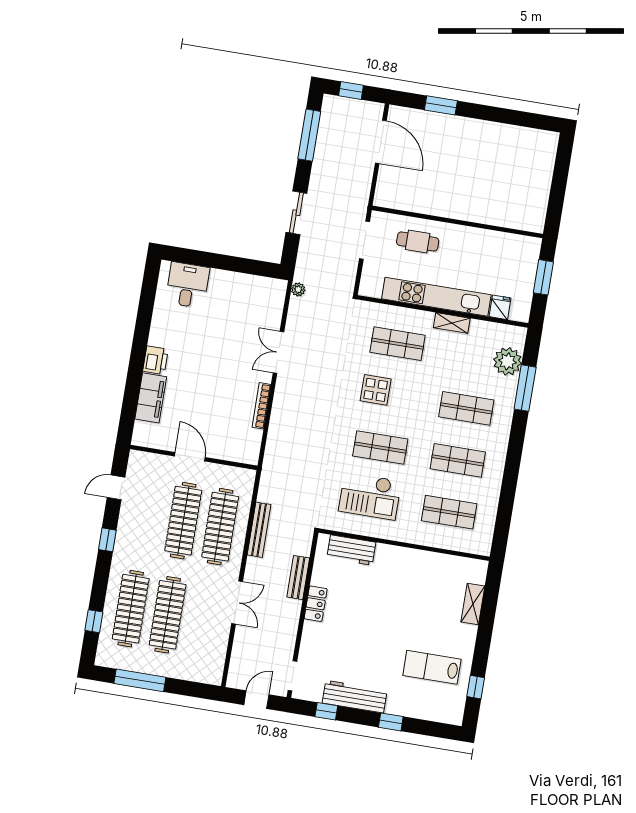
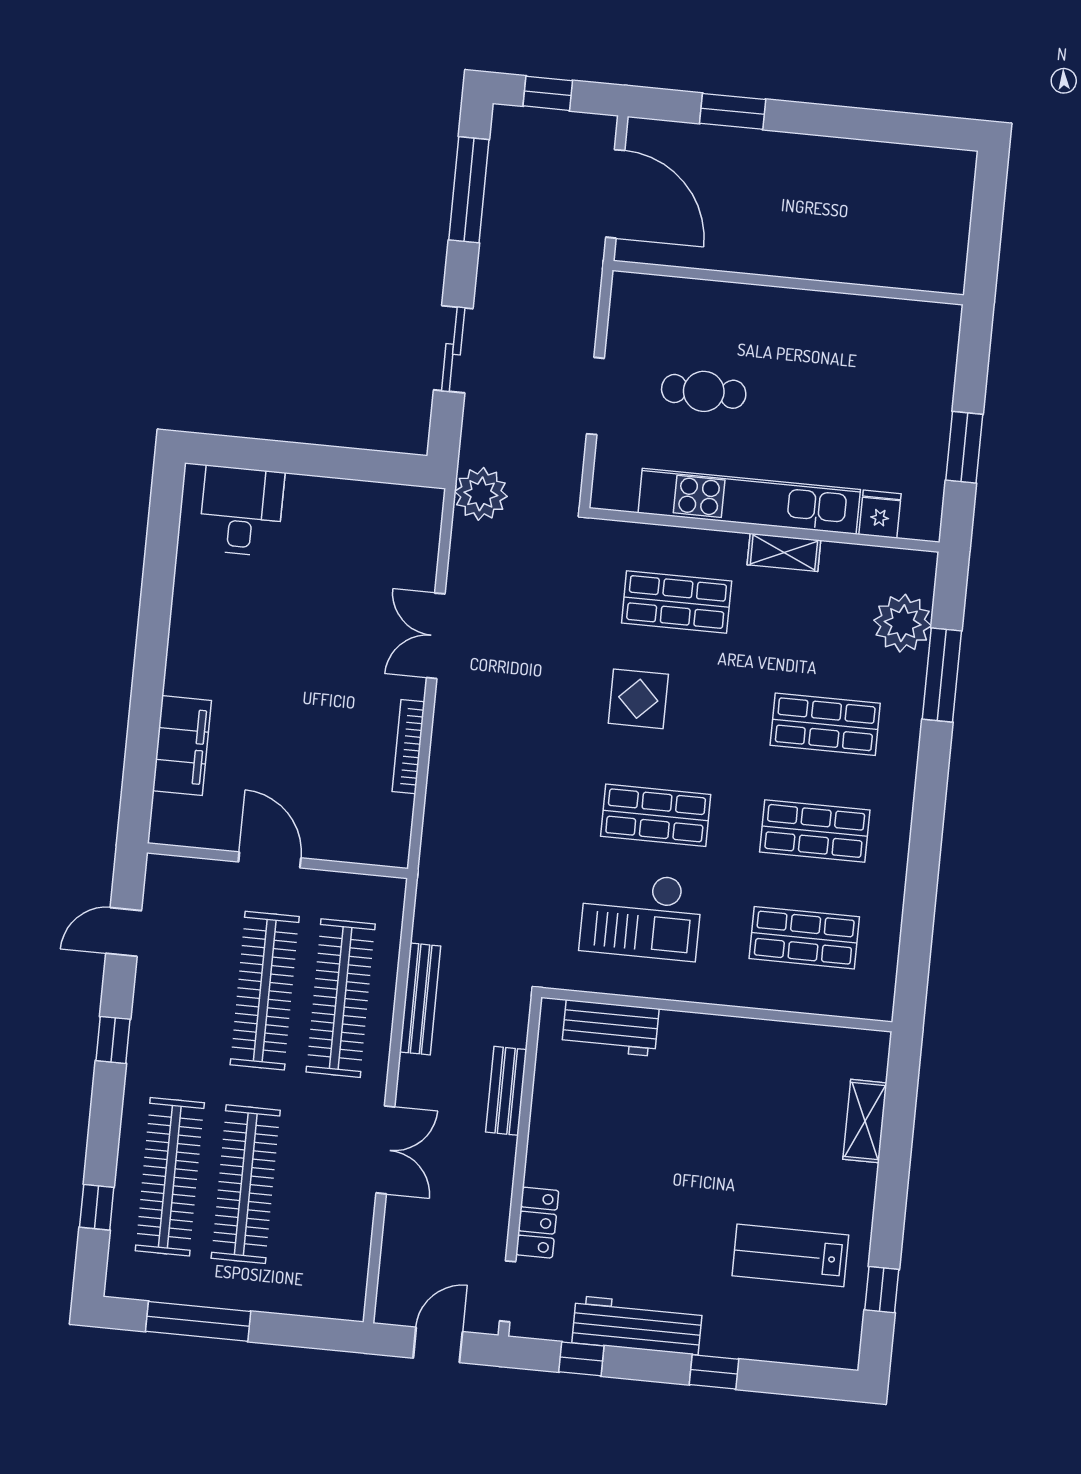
wall: (457, 222) -> (788, 283), moved
plant: (298, 289) -> (481, 494), width x1.87, depth x1.87
printer: (155, 360) -> (187, 668), removed
locker: (316, 604) -> (537, 1223), moved

